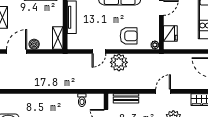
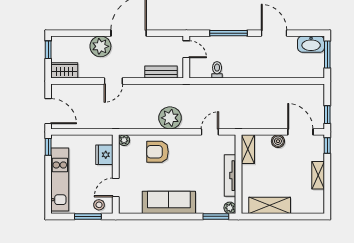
door: (17, 51) -> (300, 132), swing flipped
door: (99, 51) -> (210, 132), moved

